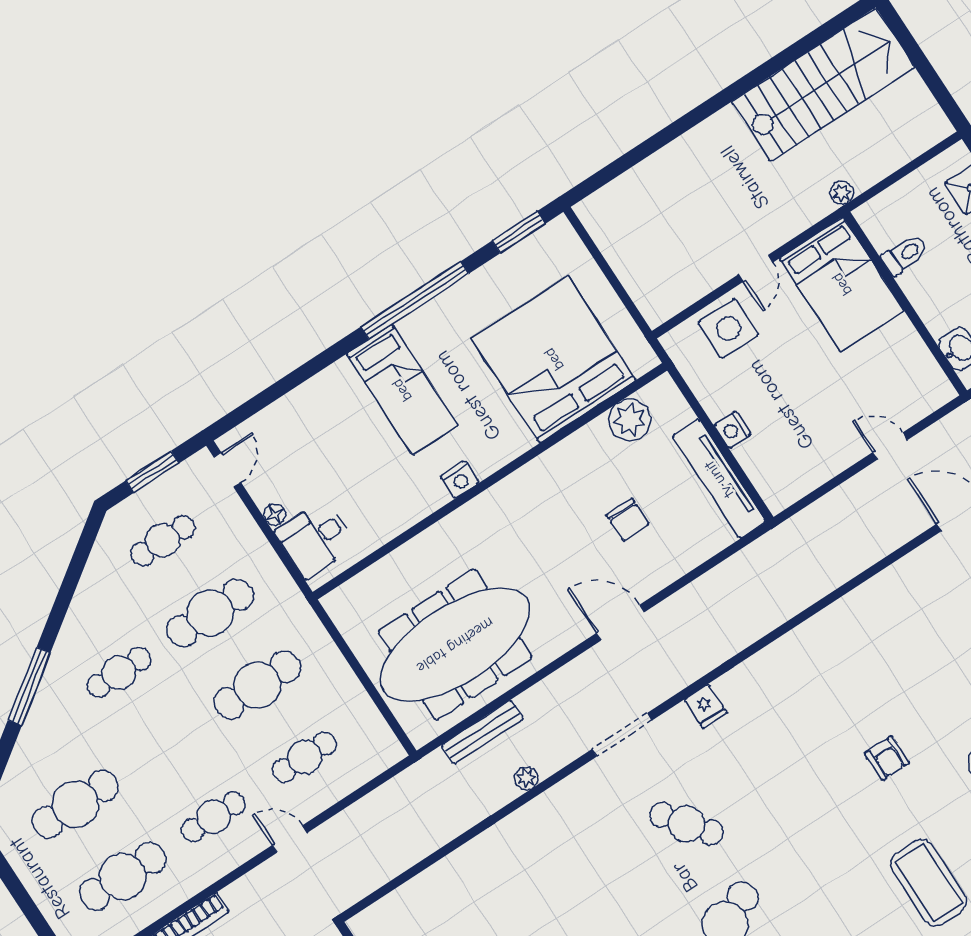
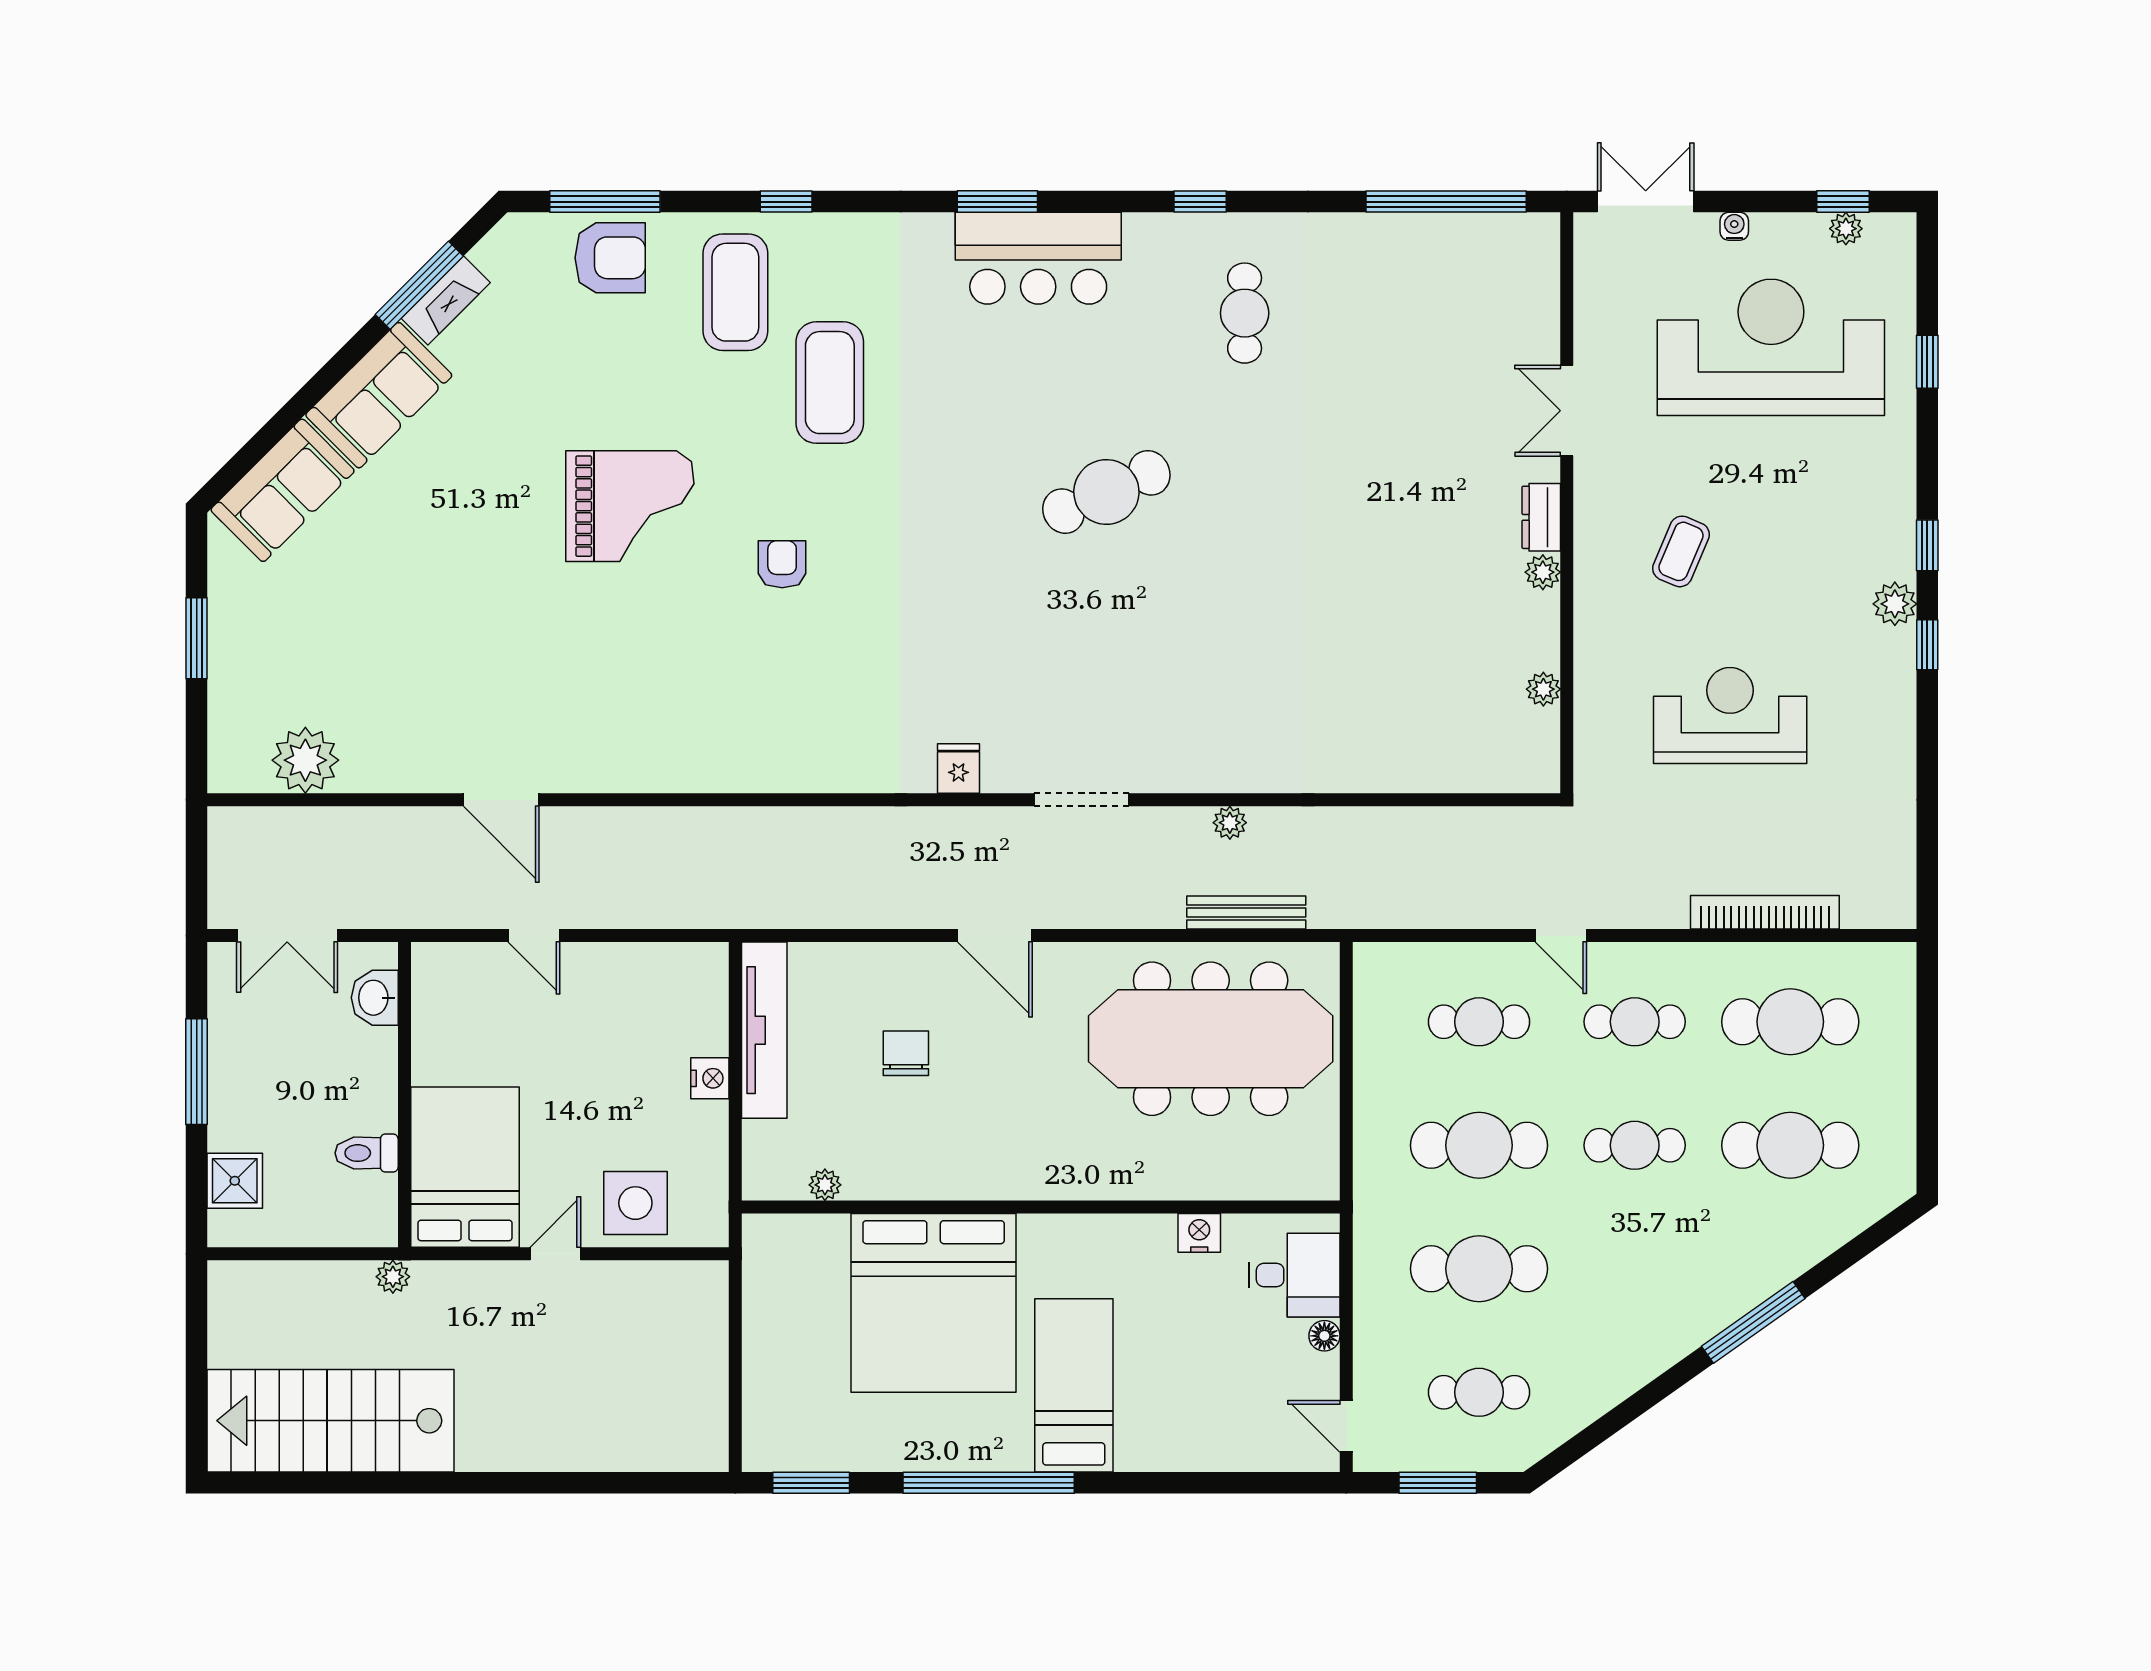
bed: (554, 359) -> (934, 1303), moved
plant: (630, 420) -> (825, 1185), width x0.53, depth x0.53
door: (227, 470) -> (1346, 1426), hinge flipped
nightstand: (460, 479) -> (1199, 1233), moved
cafe table: (119, 672) -> (1635, 1145), moved
cafe table: (687, 824) -> (1074, 643), removed

